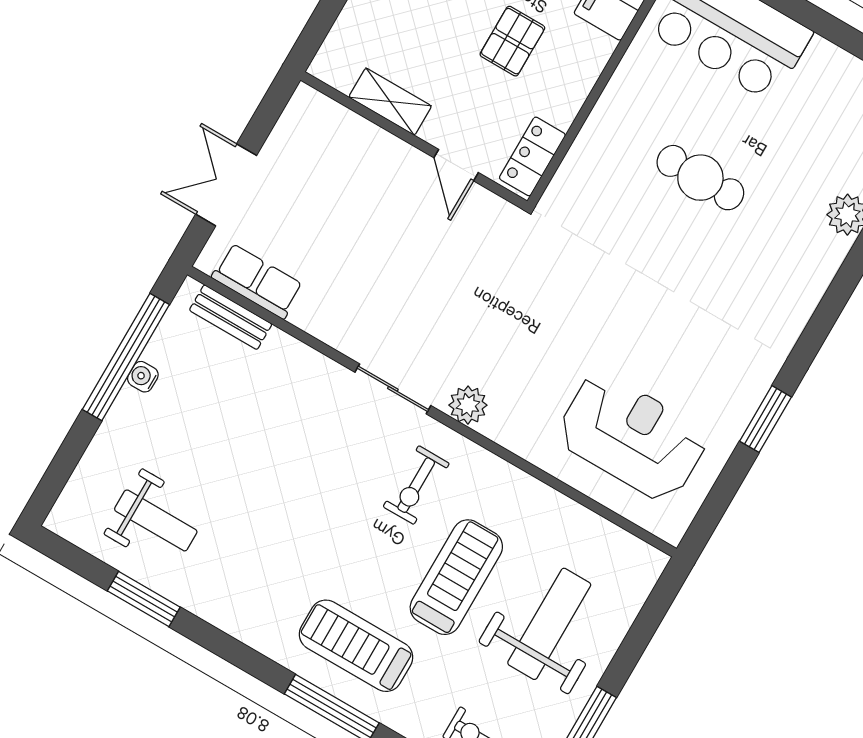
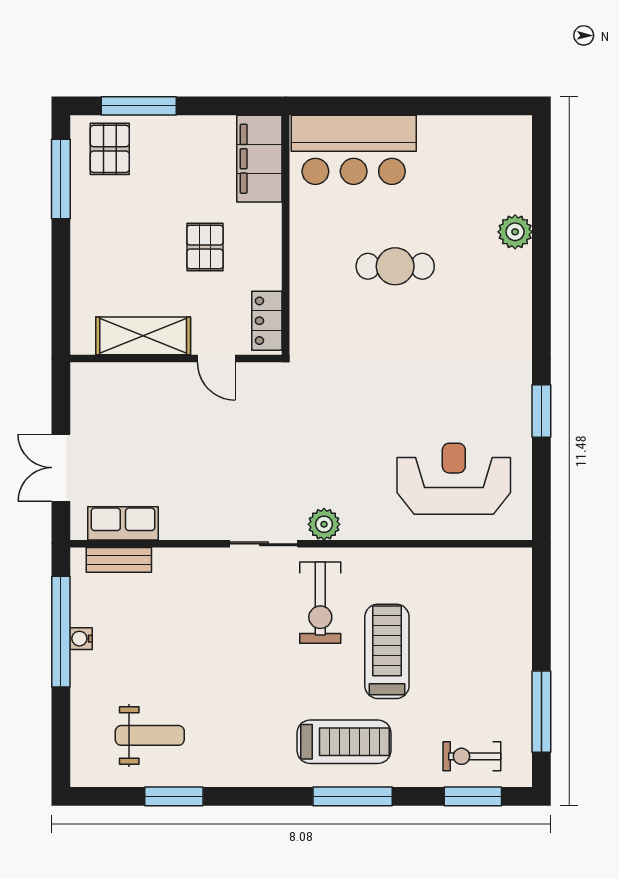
shelving: (390, 102) -> (143, 336), width x1.50, depth x1.33
exercise bike: (416, 485) -> (320, 603), width x1.38, depth x1.39
weight bench: (549, 624) -> (472, 646), removed
treadmill: (356, 646) -> (344, 742), turned 180

